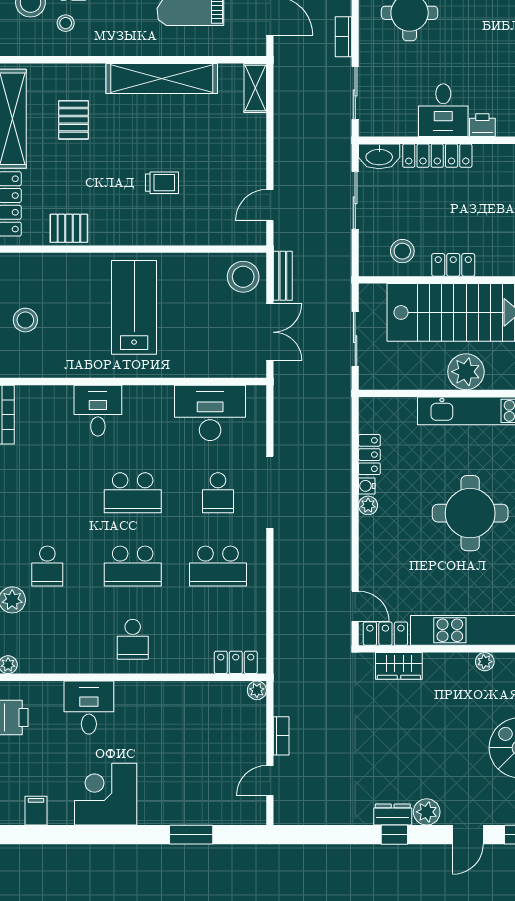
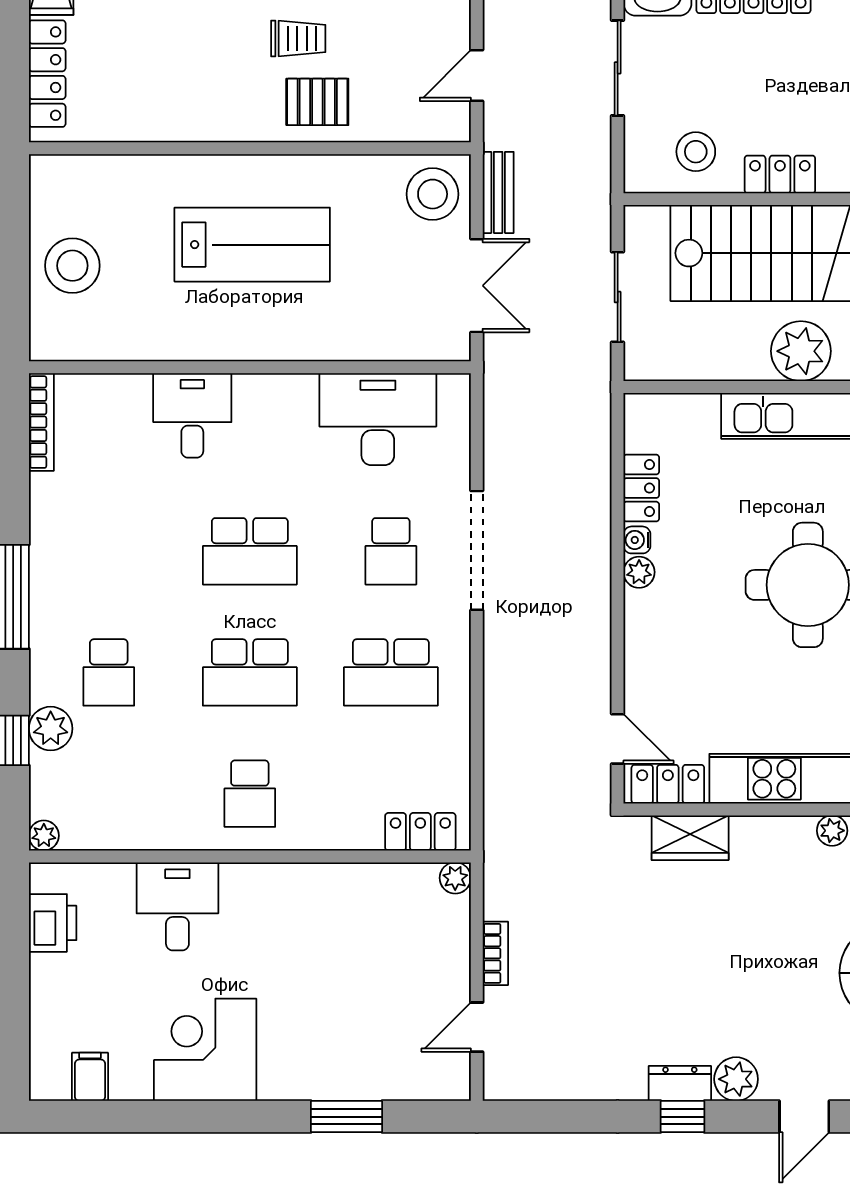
pallet: (69, 228) -> (317, 102), moved
lab bench: (134, 307) -> (252, 245), turned 90
stool: (25, 320) -> (72, 266), width x1.38, depth x1.38

